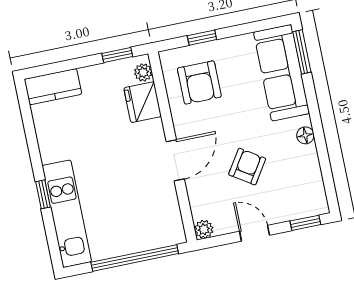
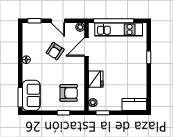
sofa: (281, 73) -> (31, 95), width x0.73
armchair: (199, 82) -> (69, 93), turned 90
fridge: (143, 102) -> (96, 79), moved
door: (175, 160) -> (87, 47), moved
kitchen unit: (67, 214) -> (119, 30), moved, turned -90

